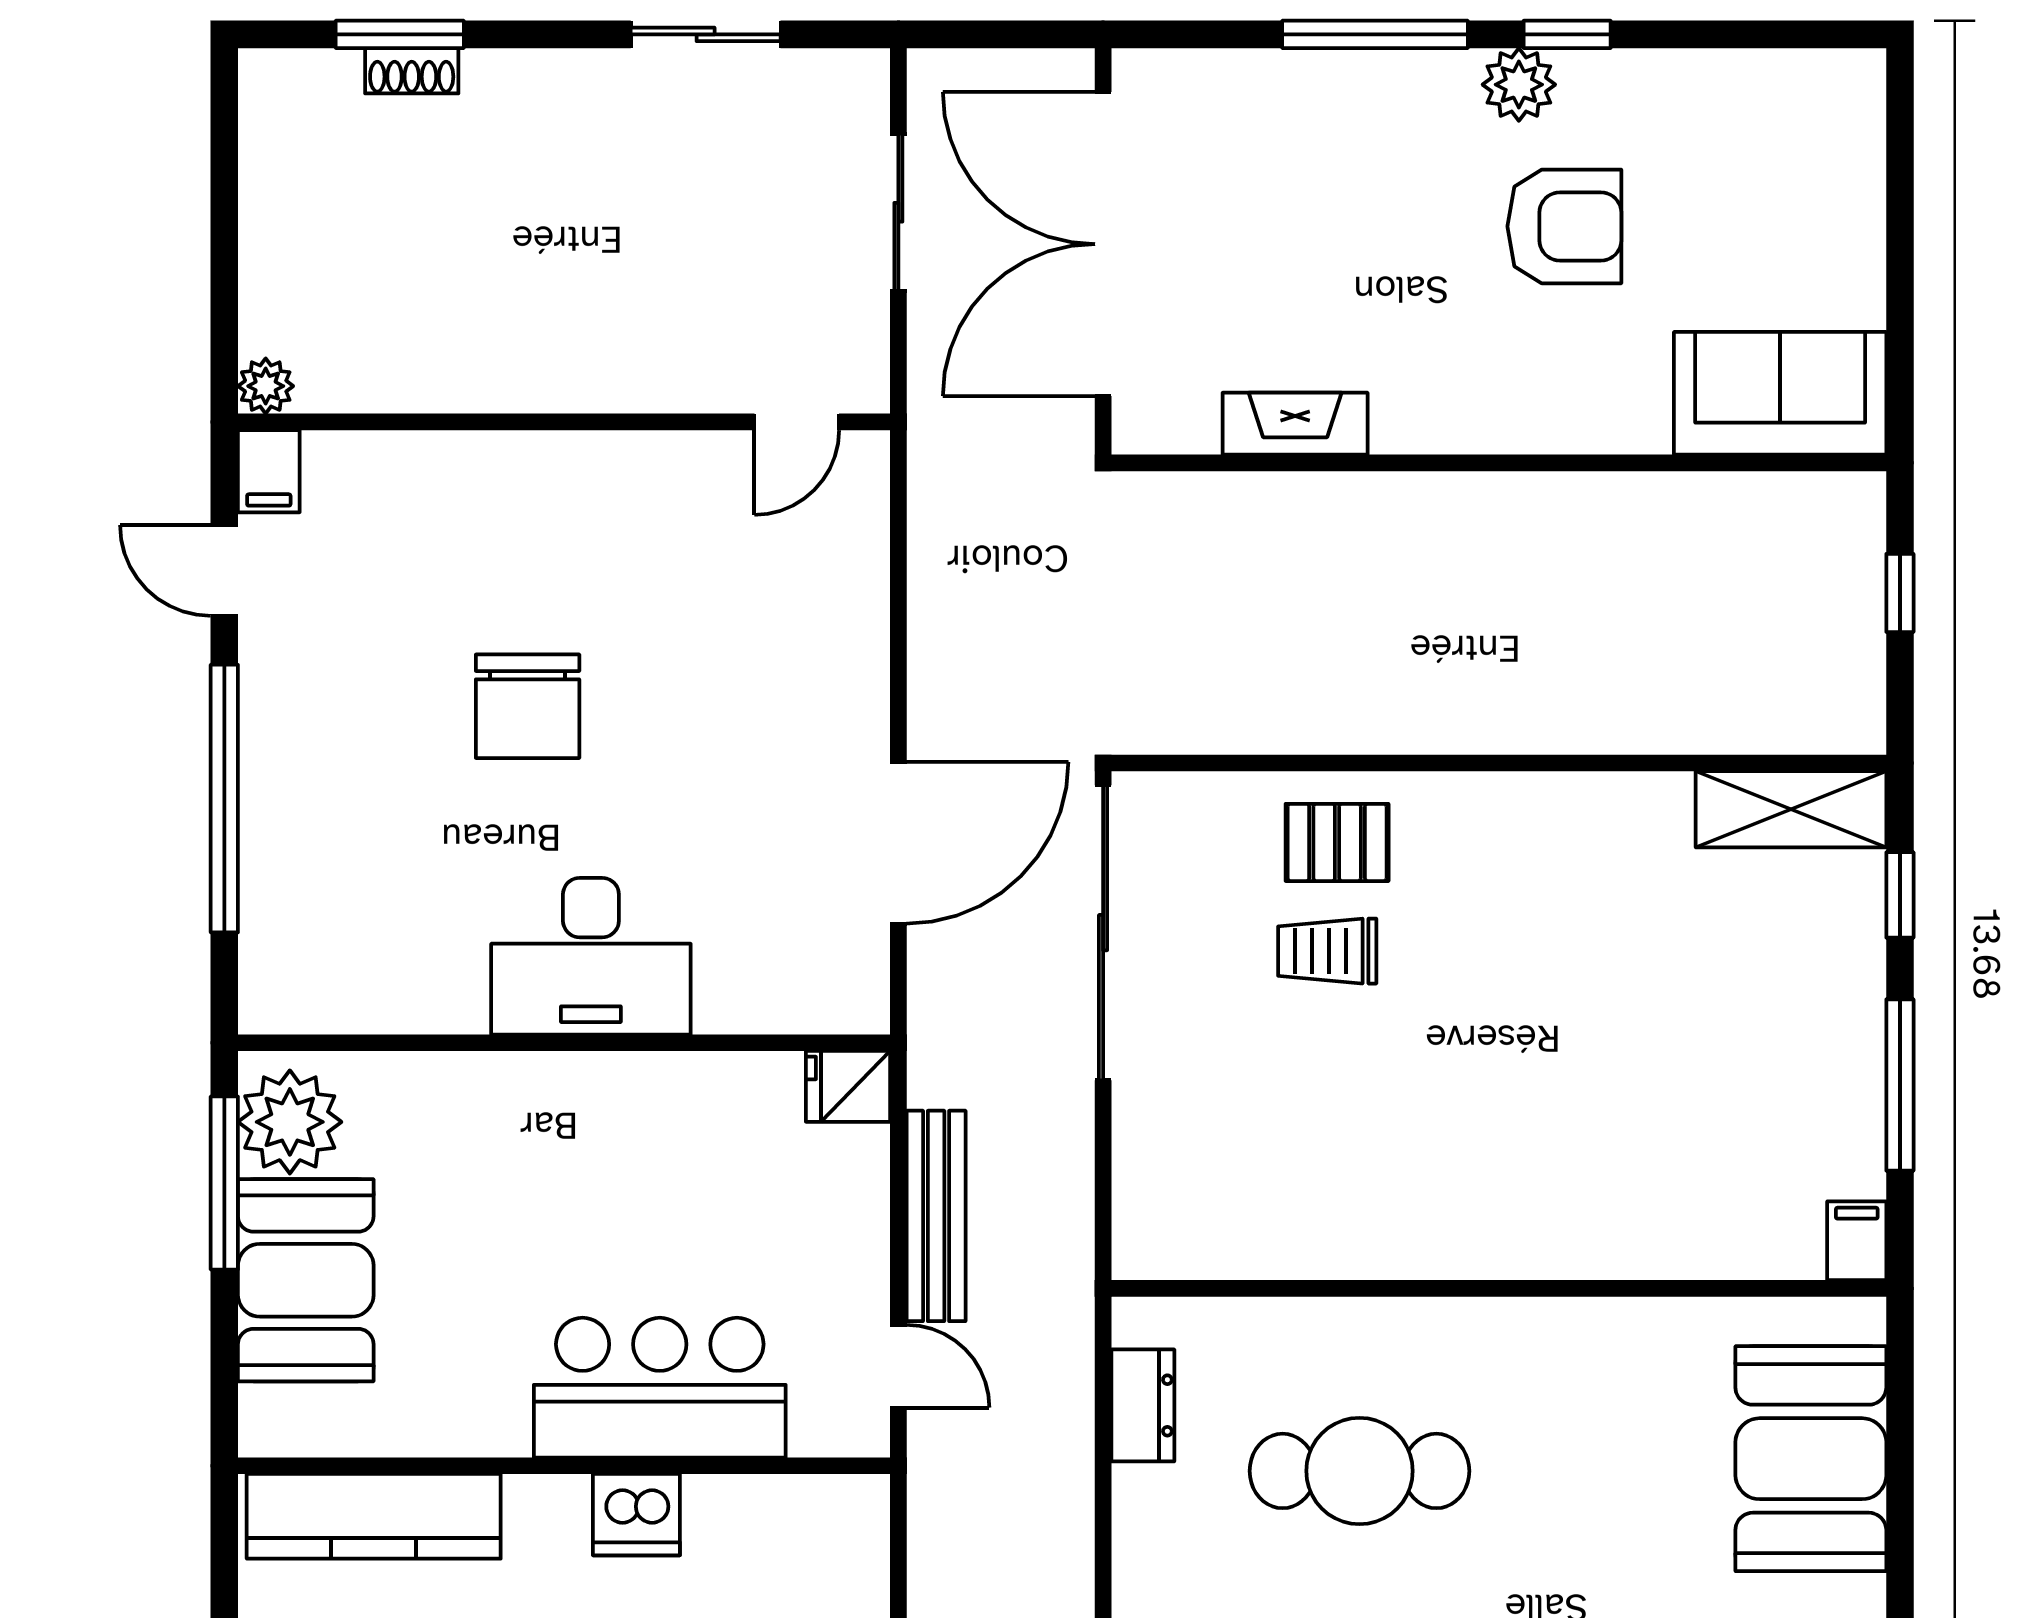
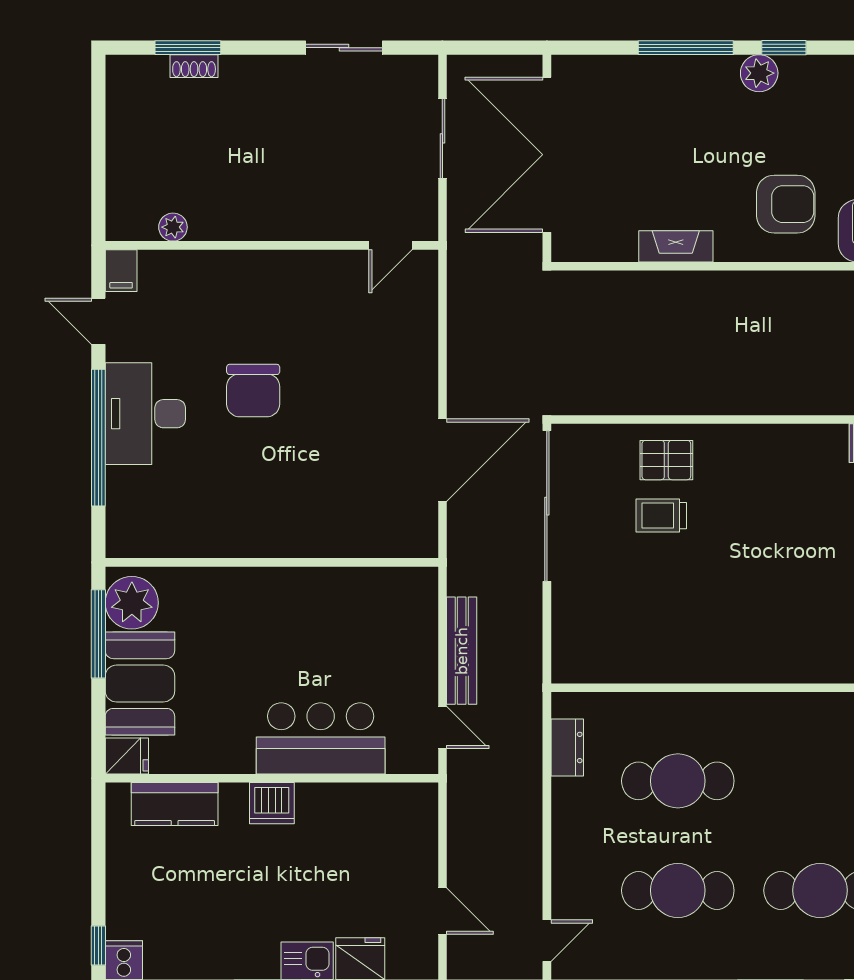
armchair: (1564, 226) -> (786, 204), moved
plant: (266, 386) -> (173, 227), moved
fireplace: (1295, 424) -> (676, 246), moved
desk: (591, 956) -> (145, 414), moved, turned 90
fridge: (848, 1086) -> (127, 756), moved, turned 180
dishwasher: (636, 1515) -> (272, 803), moved
kitchen counter: (374, 1516) -> (175, 804), width x0.67

